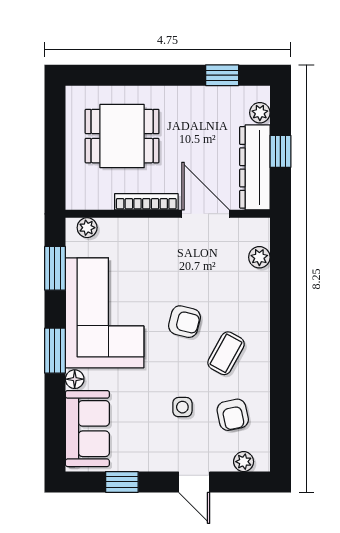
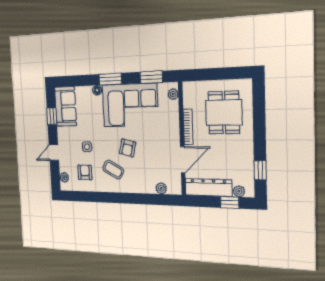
window: (280, 151) -> (230, 202), moved
armchair: (233, 415) -> (85, 172), turned 102
sofa: (87, 429) -> (66, 106), moved, turned -90

